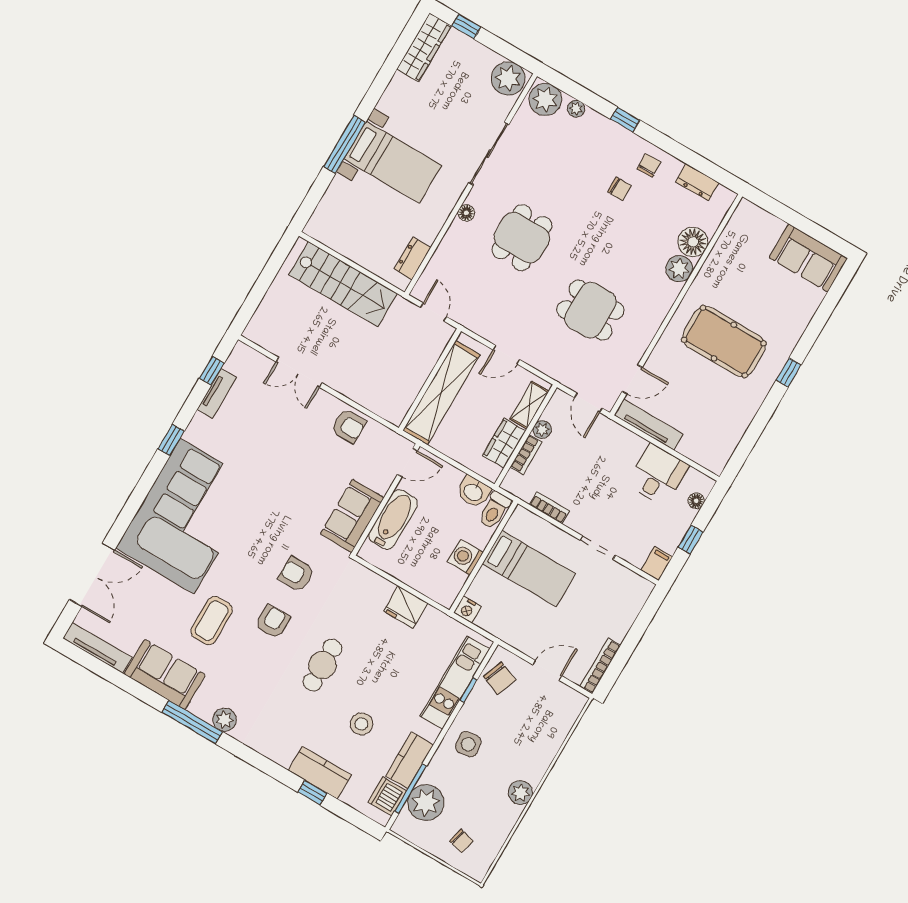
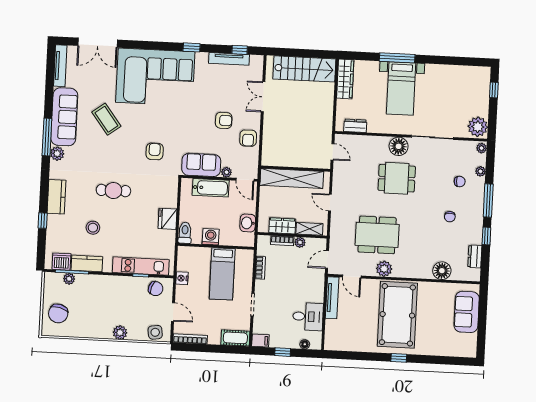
wardrobe: (424, 47) -> (345, 79), moved, turned -90
plant: (545, 99) -> (482, 148), width x0.53, depth x0.53
window: (625, 120) -> (488, 200), width x2.17
window: (676, 150) -> (486, 236), added
chair: (649, 165) -> (460, 182), moved
floor lamp: (466, 213) -> (399, 146), width x1.89, depth x1.89
sofa: (808, 258) -> (467, 312), moved
plant: (679, 269) -> (384, 269), moved
stairs: (343, 284) -> (304, 69), moved, turned -90
dining table: (590, 310) -> (377, 235), width x1.38
door: (433, 312) -> (333, 152), hinge flipped
pool table: (724, 342) -> (397, 315), width x1.36, depth x1.32
tv unit: (217, 393) -> (229, 59), width x1.41
plant: (382, 484) -> (226, 172), added
toilet: (494, 510) -> (185, 233), moved, turned 90
cot: (634, 598) -> (235, 338), added
nightstand: (467, 610) -> (182, 278), moved
coffee table: (212, 621) -> (106, 119), turned 53
armchair: (273, 622) -> (224, 120), moved
sofa: (165, 674) -> (64, 117), width x1.36
chair: (500, 678) -> (156, 289), turned -91
side table: (468, 744) -> (155, 332), moved
kitchen counter: (320, 773) -> (56, 197), moved
plant: (520, 793) -> (120, 333), moved
plant: (426, 803) -> (69, 279), width x0.53, depth x0.53
chair: (461, 841) -> (58, 313), width x1.87, depth x1.87

